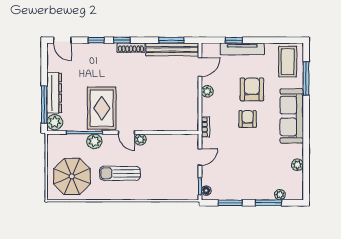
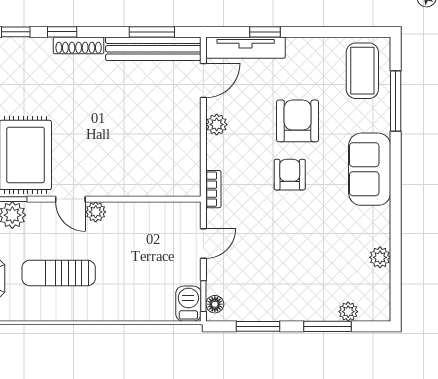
tv unit: (242, 49) -> (246, 48), moved
sofa: (292, 116) -> (370, 169), width x0.73
barbecue: (192, 190) -> (188, 304), added

